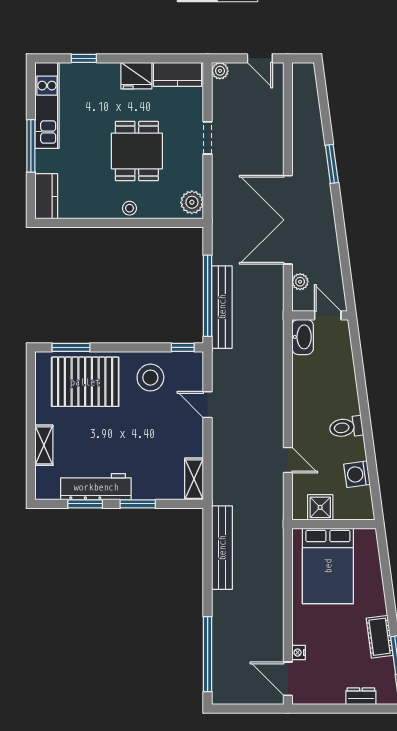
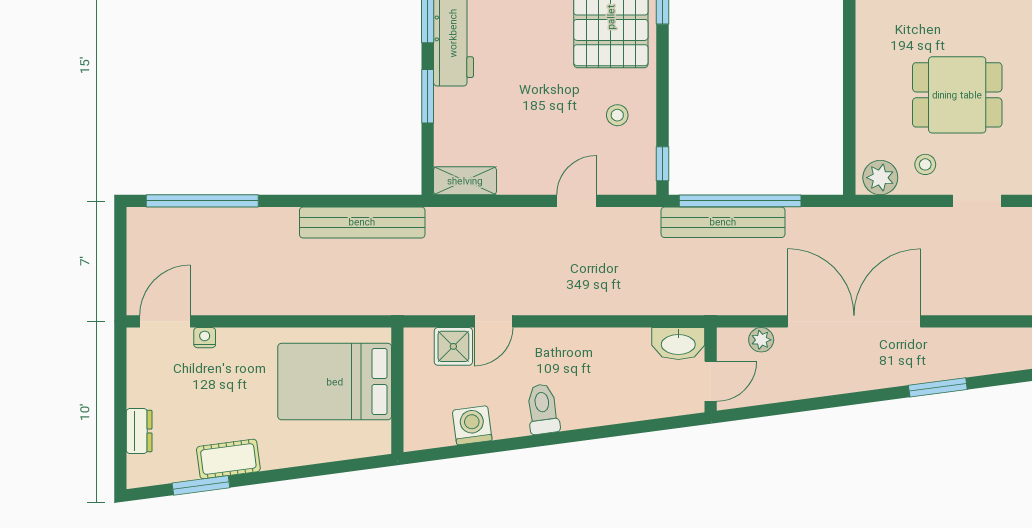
stool: (130, 208) -> (925, 164), moved
stool: (150, 378) -> (617, 115), width x0.53, depth x0.53
shower: (320, 507) -> (453, 346), moved

